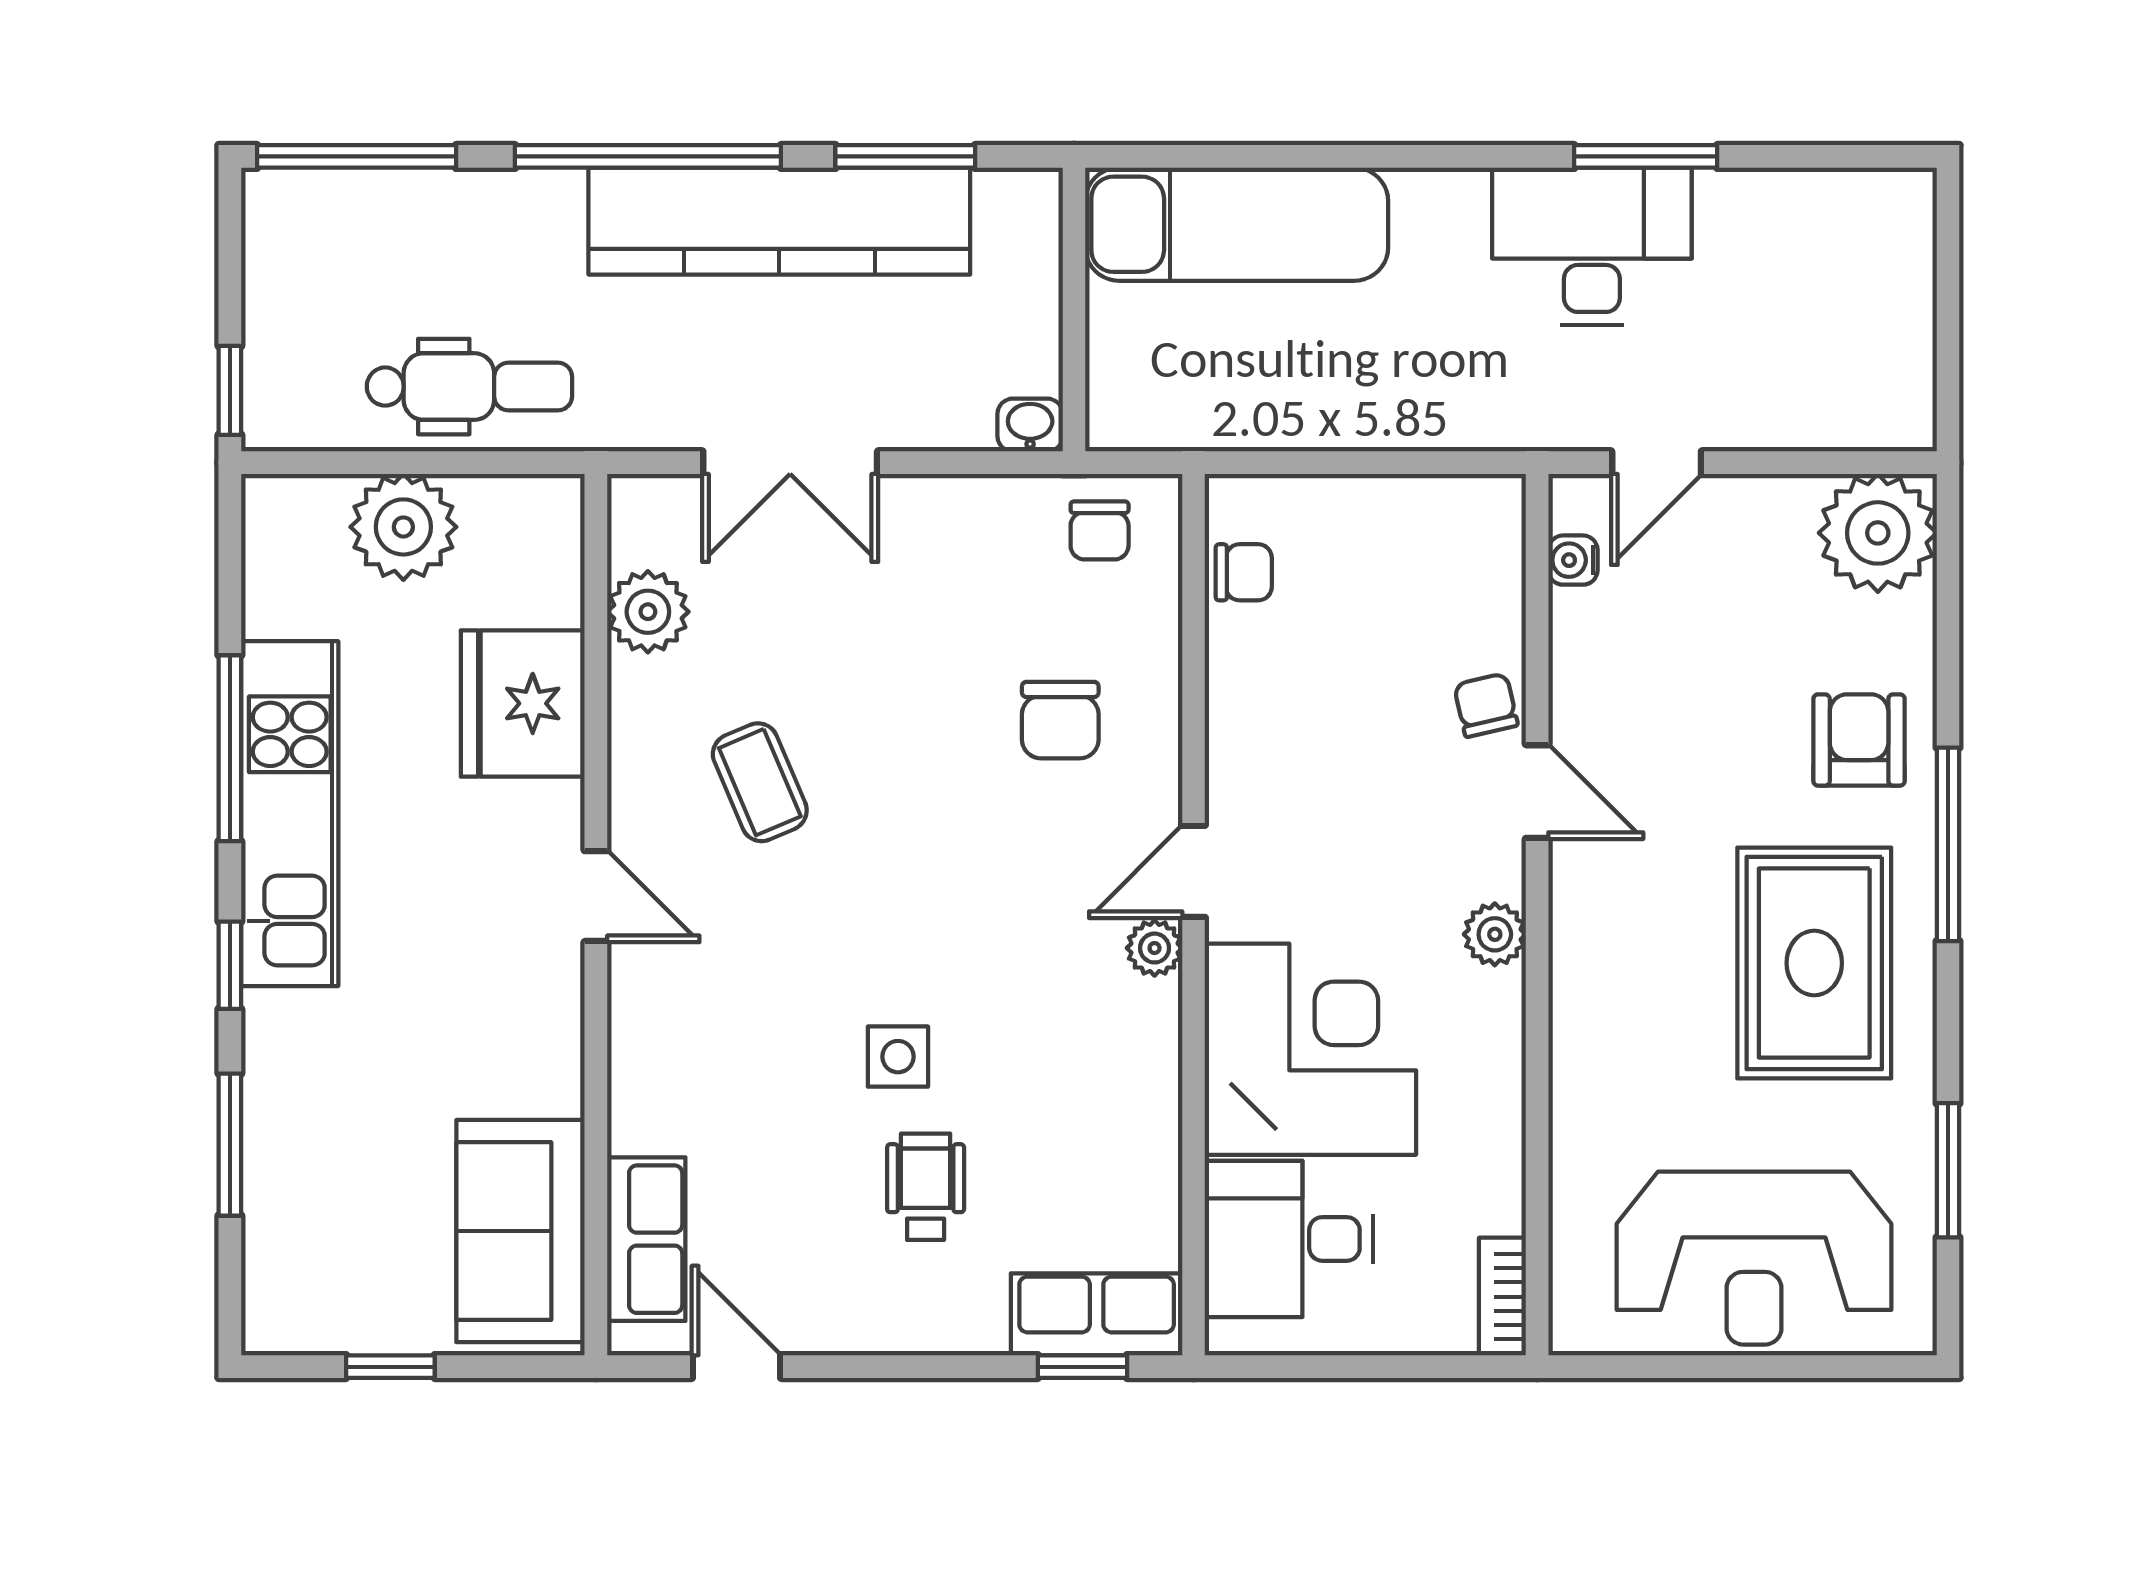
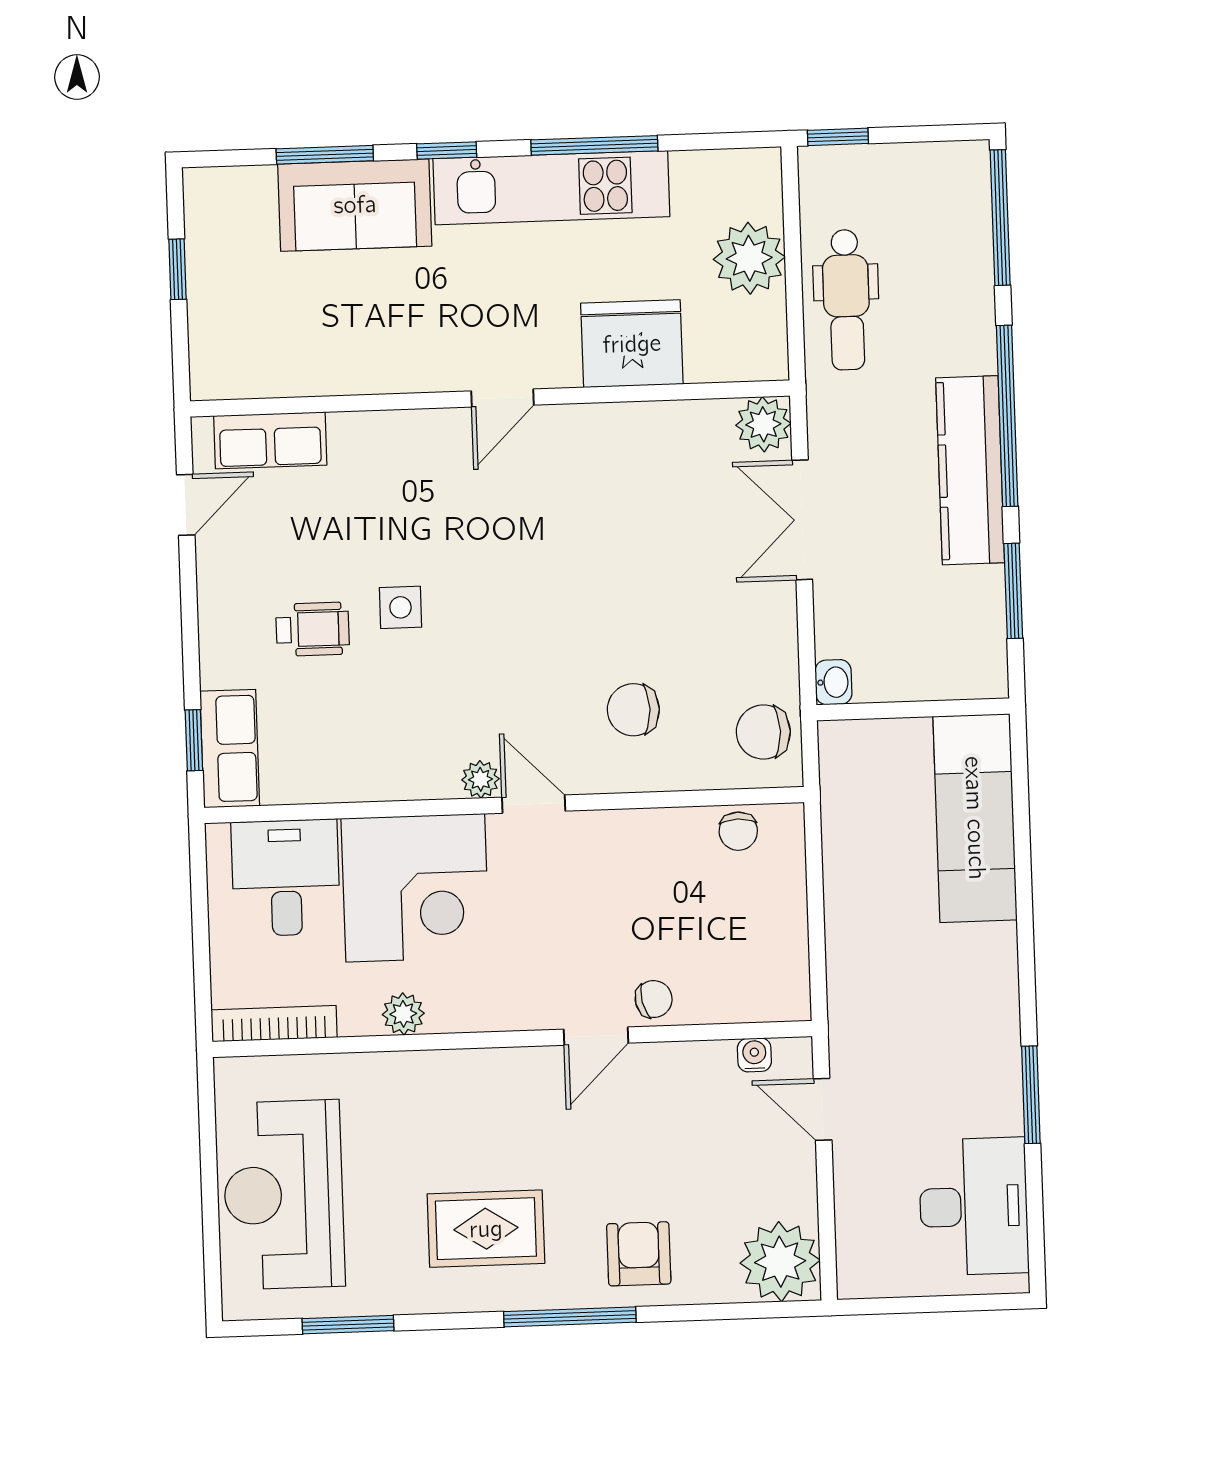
kitchen counter: (779, 221) -> (970, 470), width x0.72, depth x0.86
desk: (1592, 246) -> (974, 1206), moved
chair: (1100, 530) -> (763, 732), width x1.37, depth x1.37
plant: (648, 612) -> (763, 424), moved
armchair: (1859, 740) -> (639, 1254), turned -90
coffee table: (760, 782) -> (584, 507), removed
plant: (1495, 934) -> (403, 1014), moved
rug: (1814, 963) -> (486, 1229), width x0.73, depth x0.70
sofa: (520, 1231) -> (355, 205), moved, turned 180
bookcase: (1502, 1297) -> (274, 1024), width x1.56

